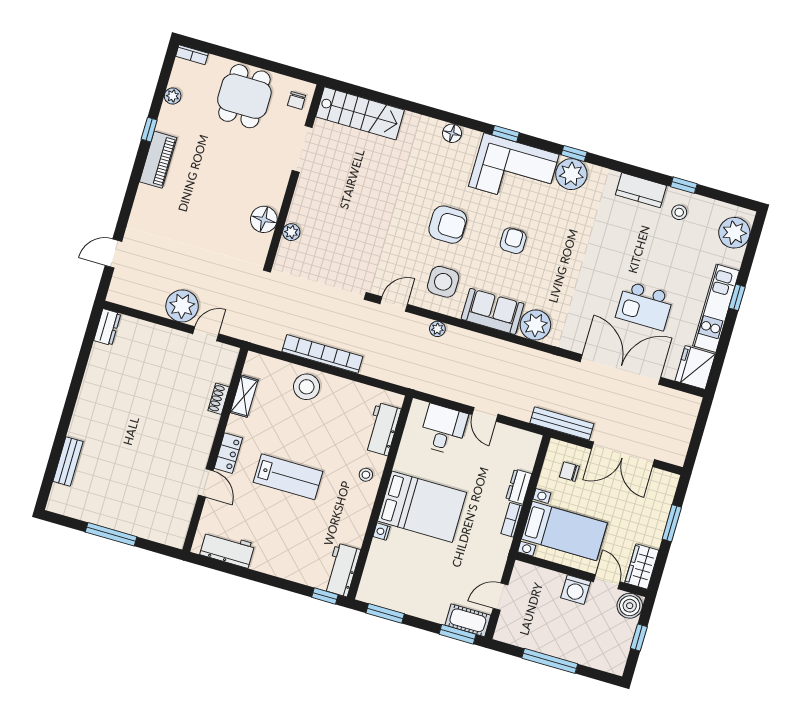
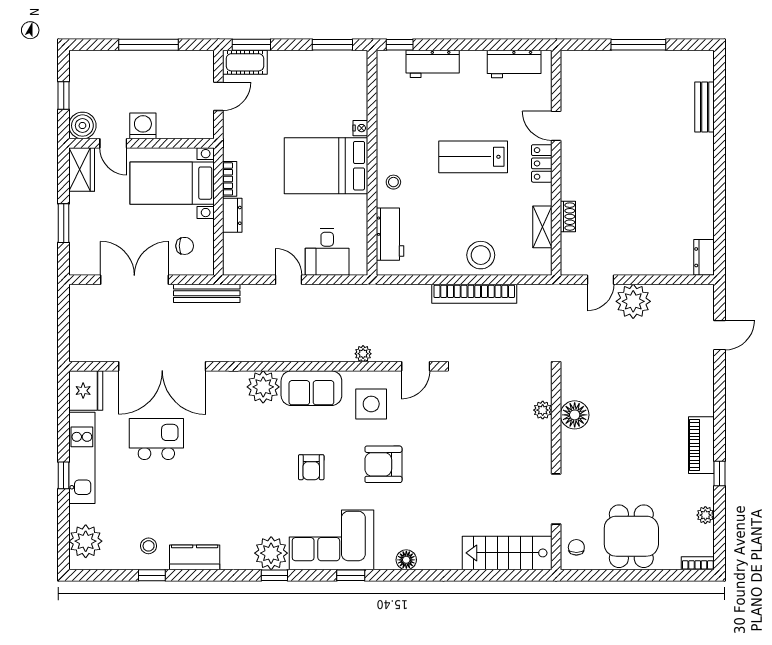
workbench: (342, 570) -> (433, 64), moved, turned 90

